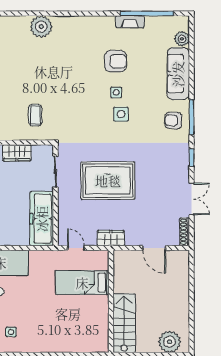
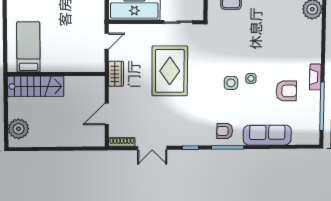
fireplace: (130, 22) -> (315, 77), moved
plant: (182, 39) -> (299, 138), removed
armchair: (116, 61) -> (286, 91), moved, turned -90
armchair: (173, 120) -> (225, 131), turned -94
bed: (82, 283) -> (28, 47), moved

